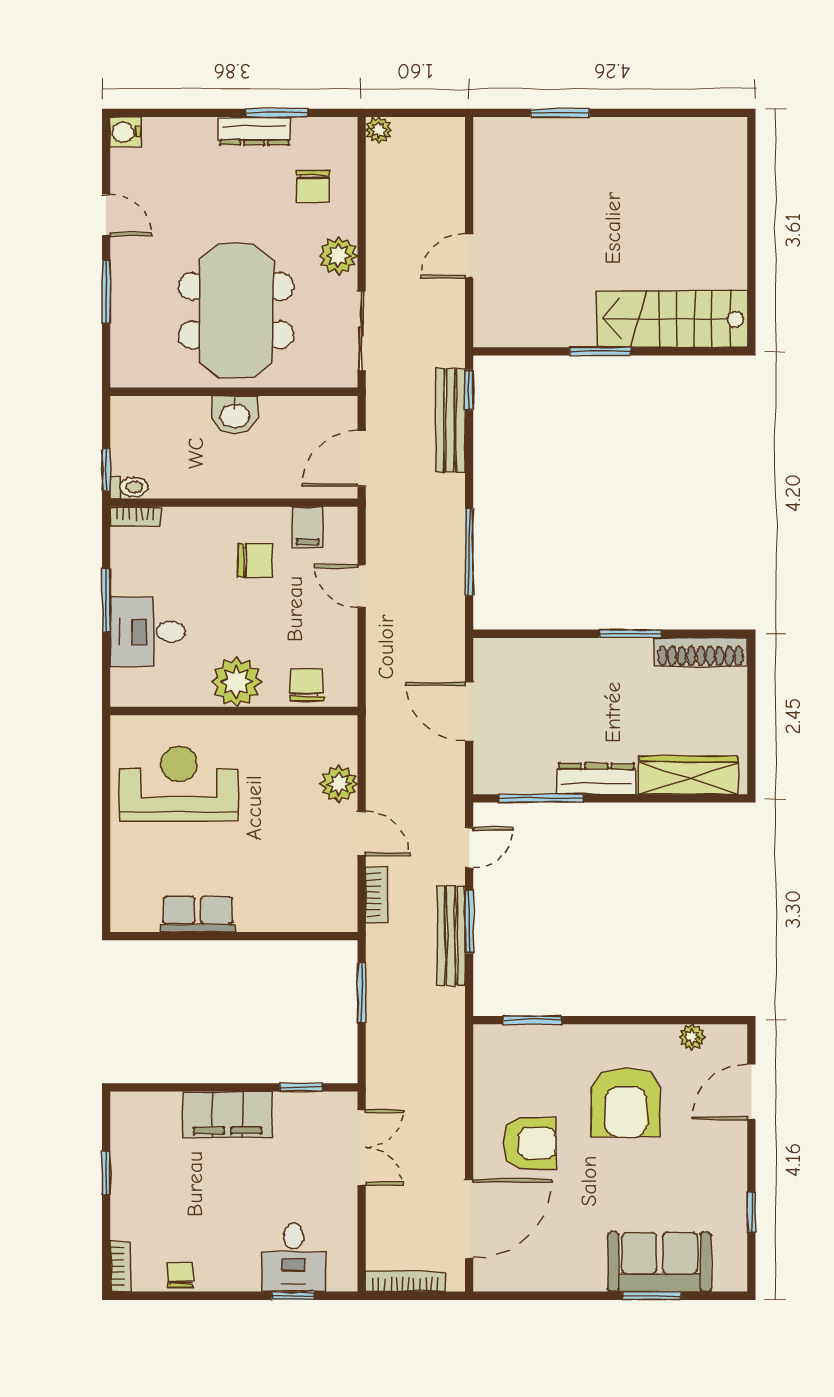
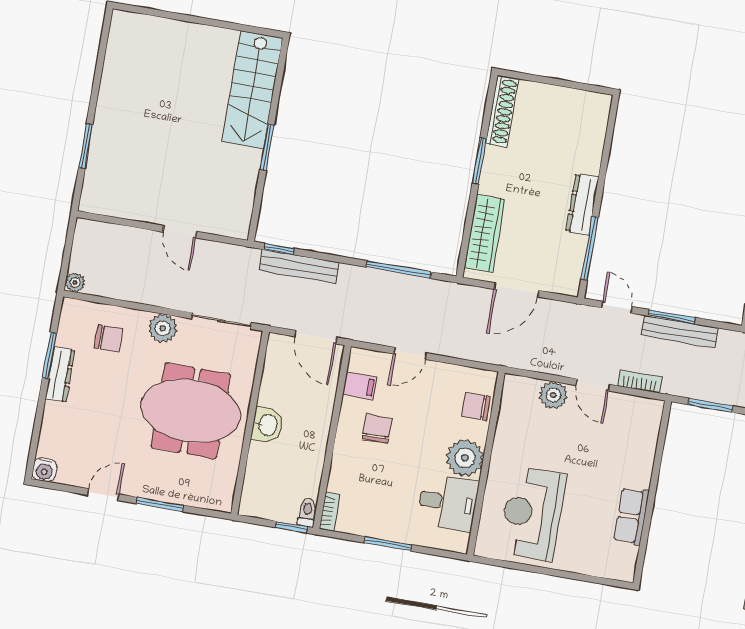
desk: (148, 632) -> (448, 502), moved, turned -90
wardrobe: (688, 775) -> (485, 233), moved, turned 180
door: (362, 833) -> (593, 385), swing flipped

